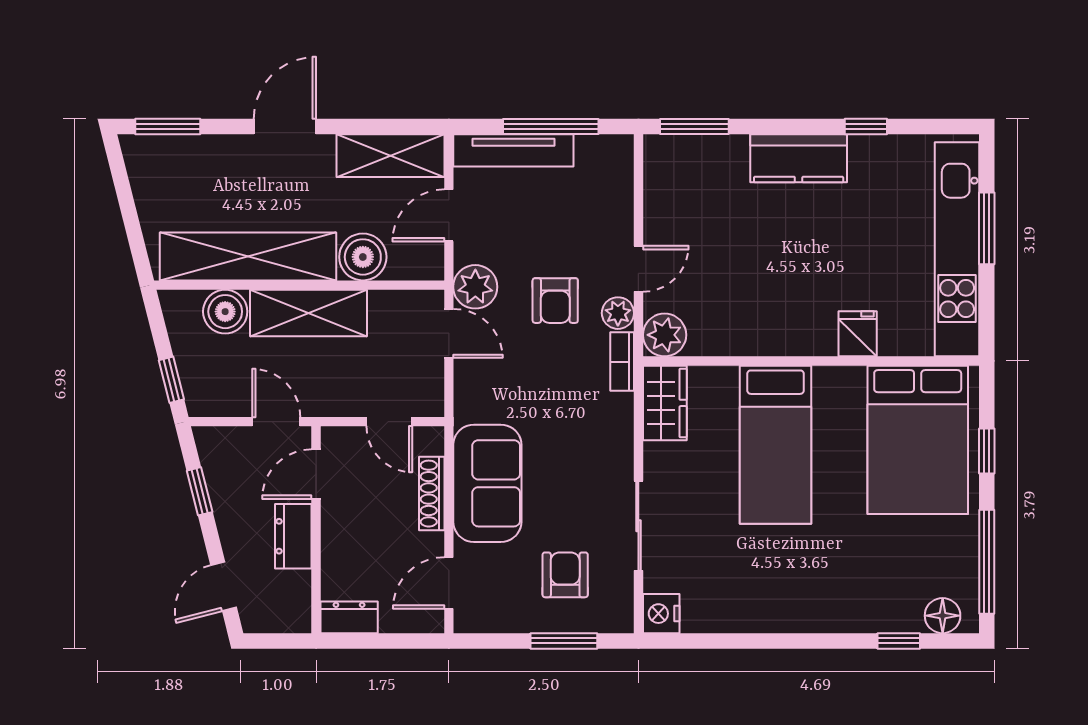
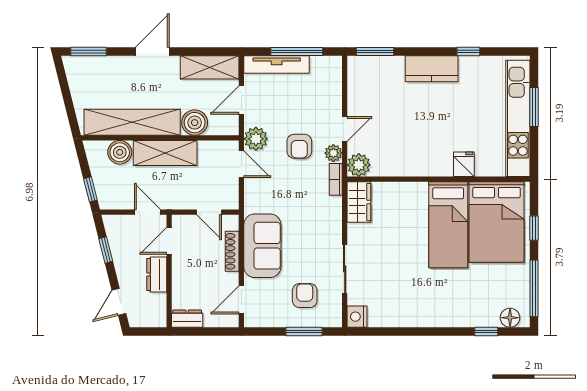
bed: (776, 445) -> (448, 225), moved

